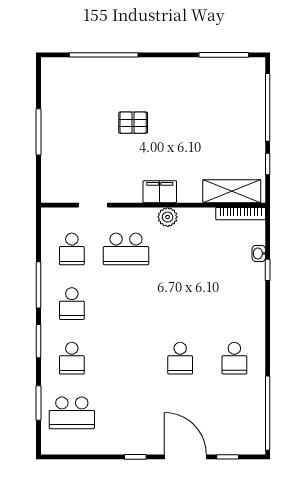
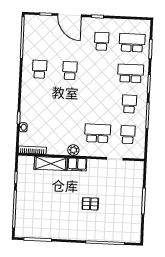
shelving: (232, 191) -> (51, 164), moved
school desk: (72, 358) -> (131, 73), width x1.85
school desk: (126, 413) -> (102, 41), added

